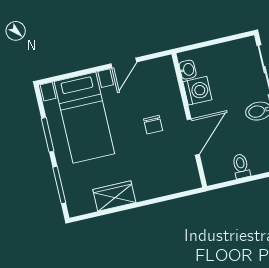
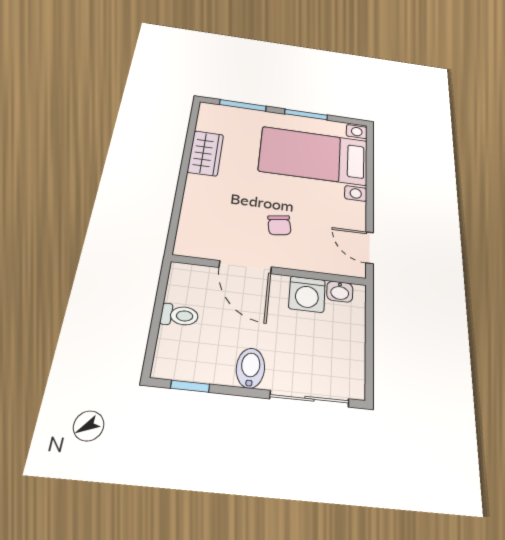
door: (124, 63) -> (370, 248), moved
chair: (153, 125) -> (279, 225), turned -99

